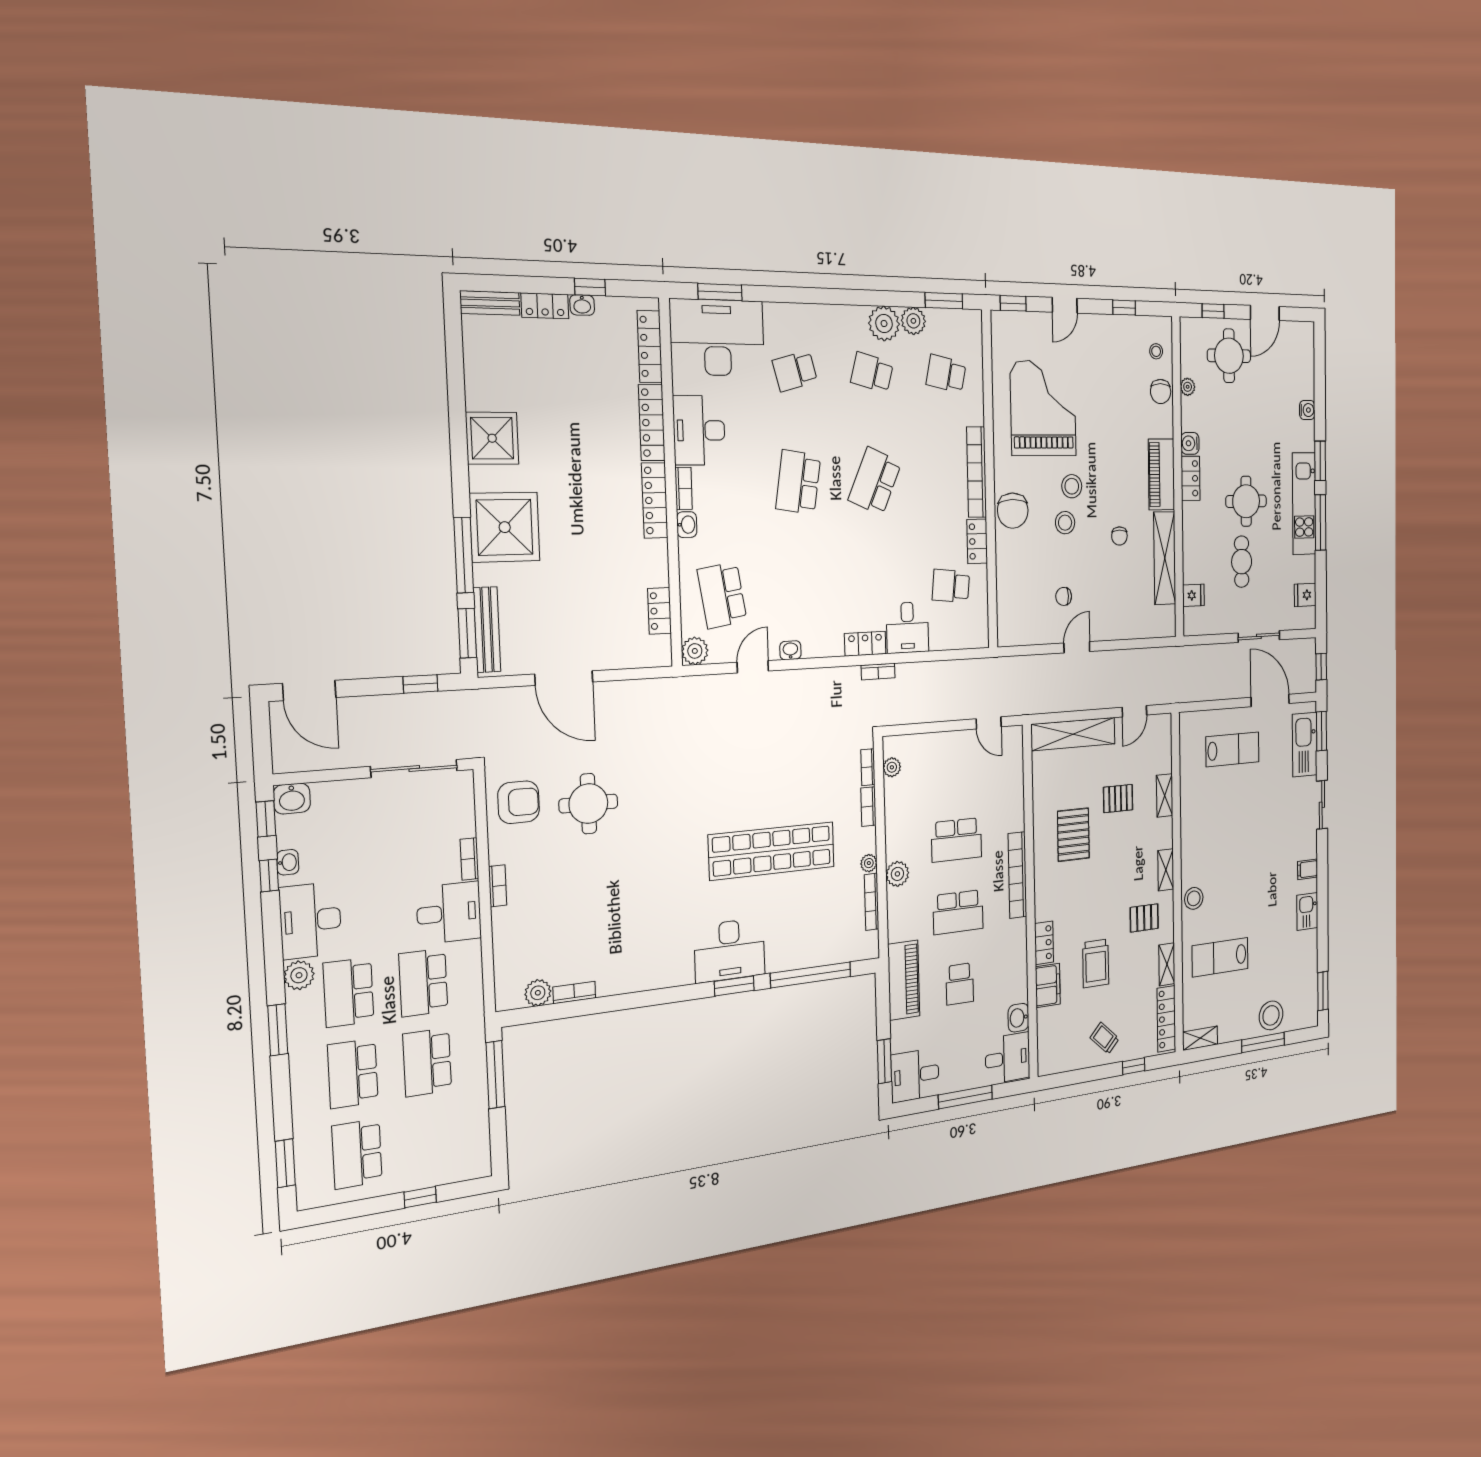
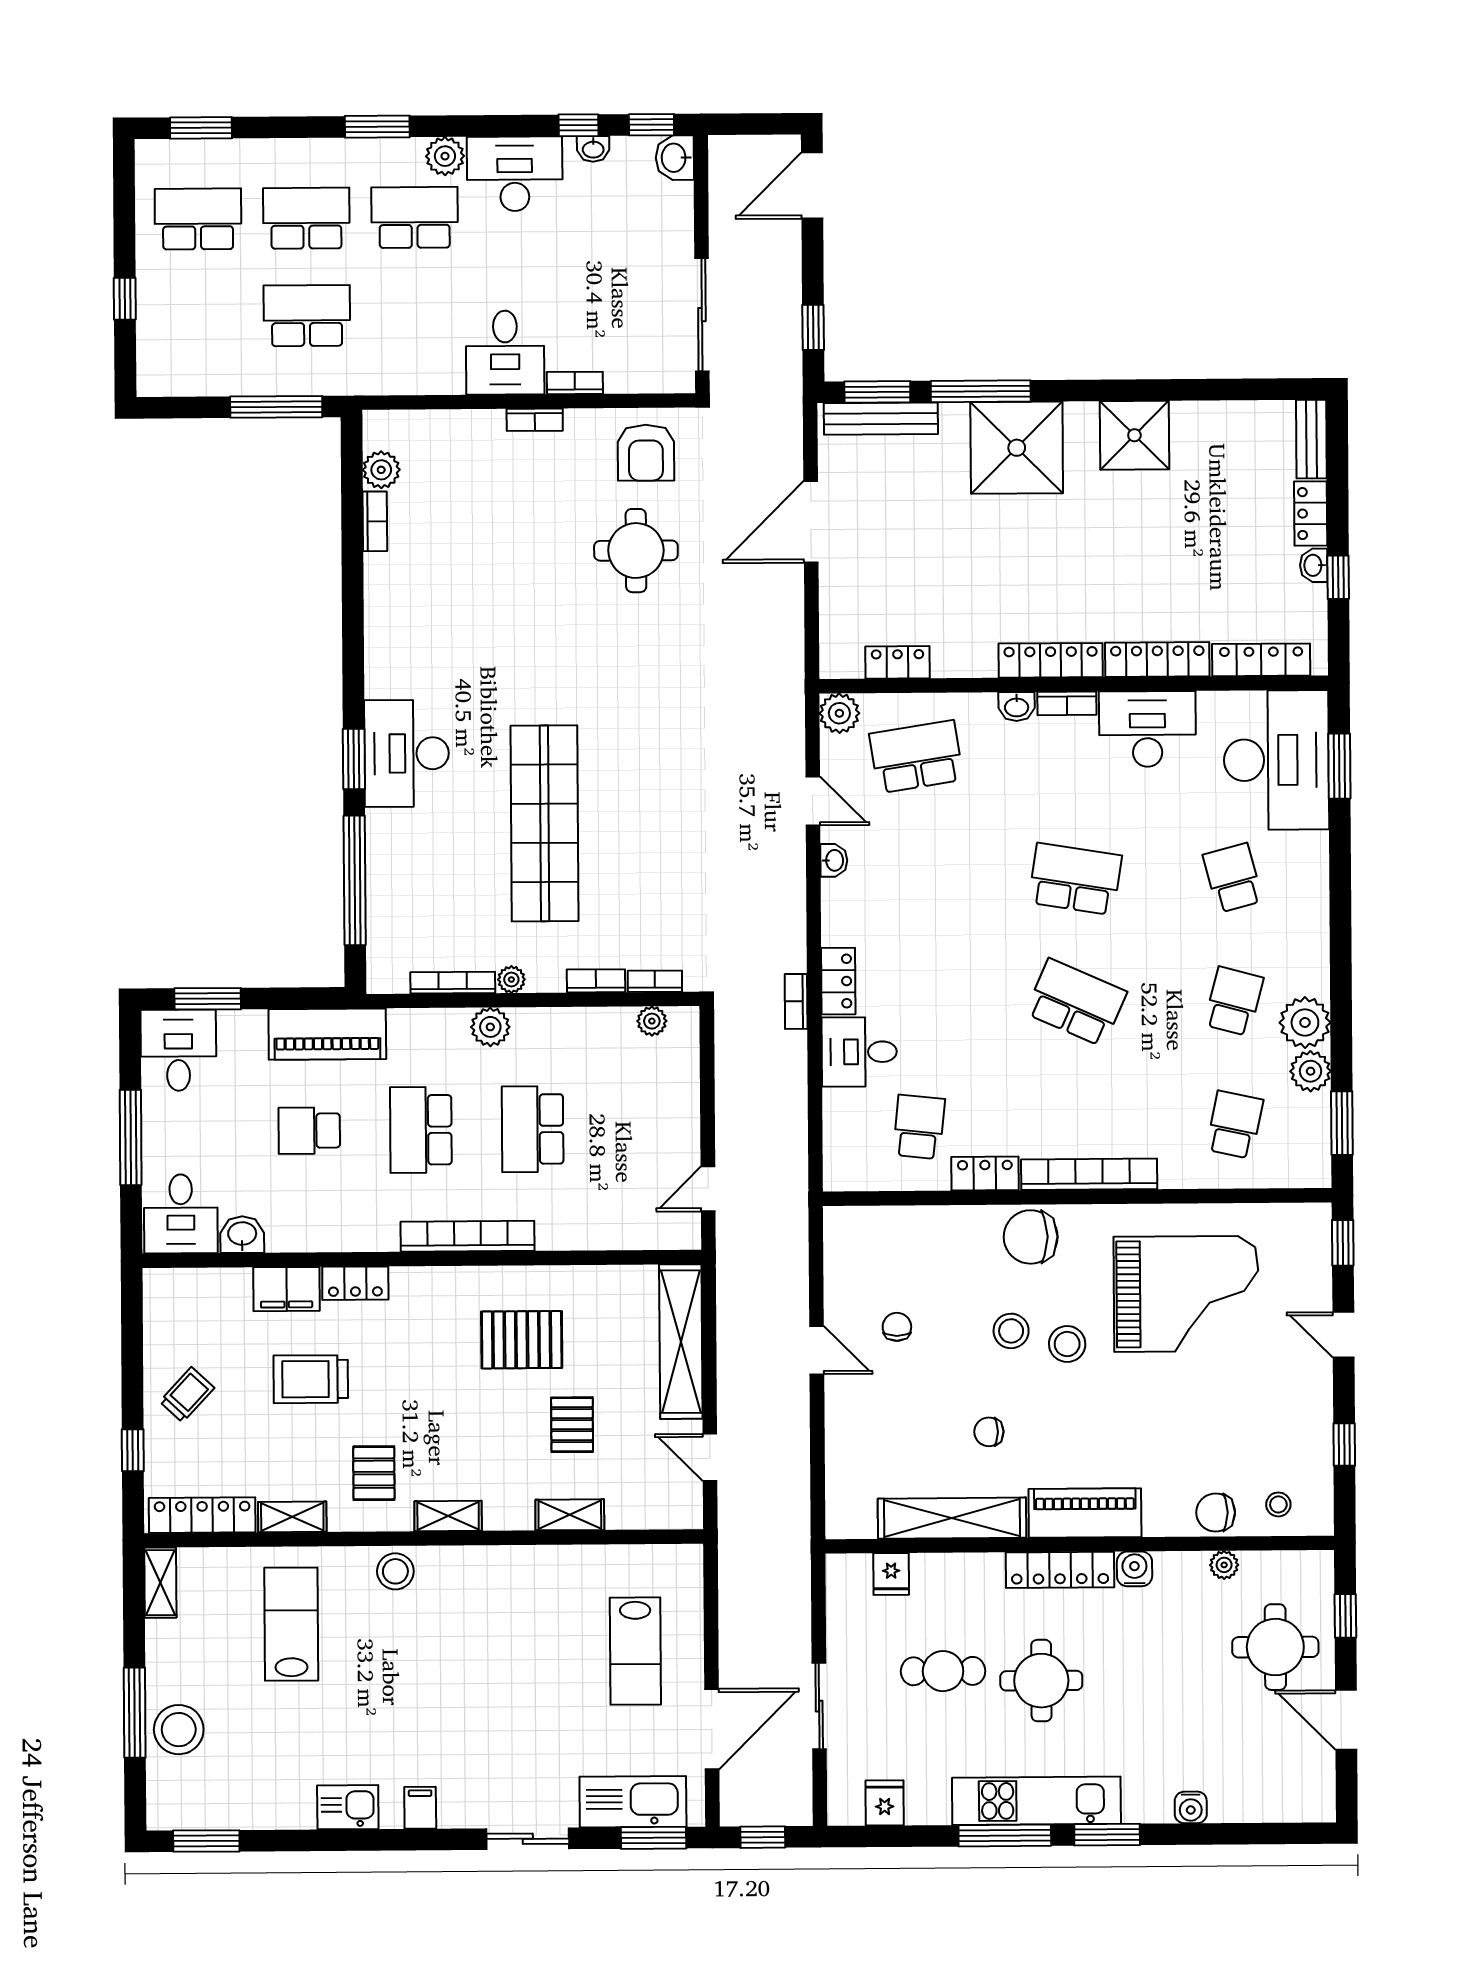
locker: (1191, 478) -> (1060, 1570), width x1.53
school desk: (423, 983) -> (415, 315), removed

